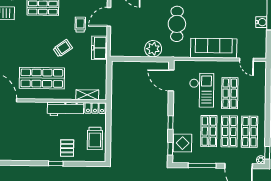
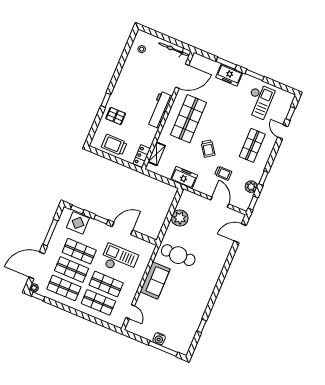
cafe table: (177, 24) -> (178, 255), moved
freezer: (99, 48) -> (184, 178), moved
sofa: (214, 48) -> (155, 280), width x0.73
plant: (153, 49) -> (180, 218), moved
door: (247, 60) -> (130, 312), swing flipped
door: (171, 81) -> (122, 228), moved
checkout: (202, 90) -> (119, 260), turned 180
shop shelf: (250, 93) -> (98, 302), added
workbench: (65, 109) -> (160, 110), moved

